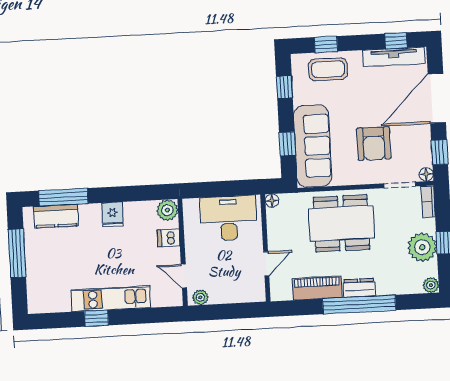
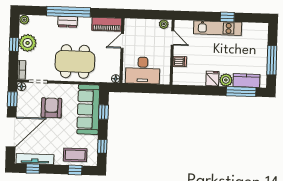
plant: (167, 210) -> (226, 80), moved
piano: (317, 288) -> (107, 24), moved

